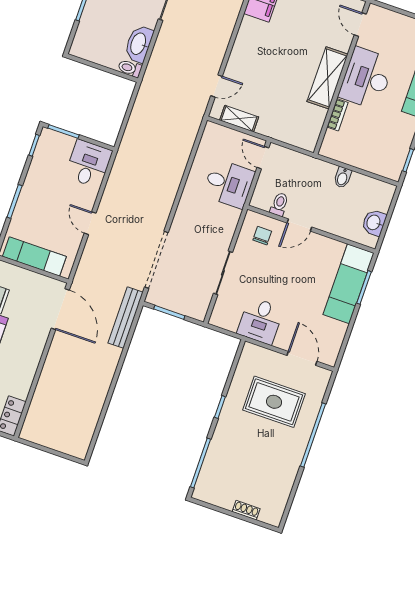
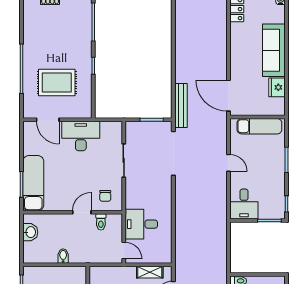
desk: (260, 321) -> (81, 136), width x1.37

